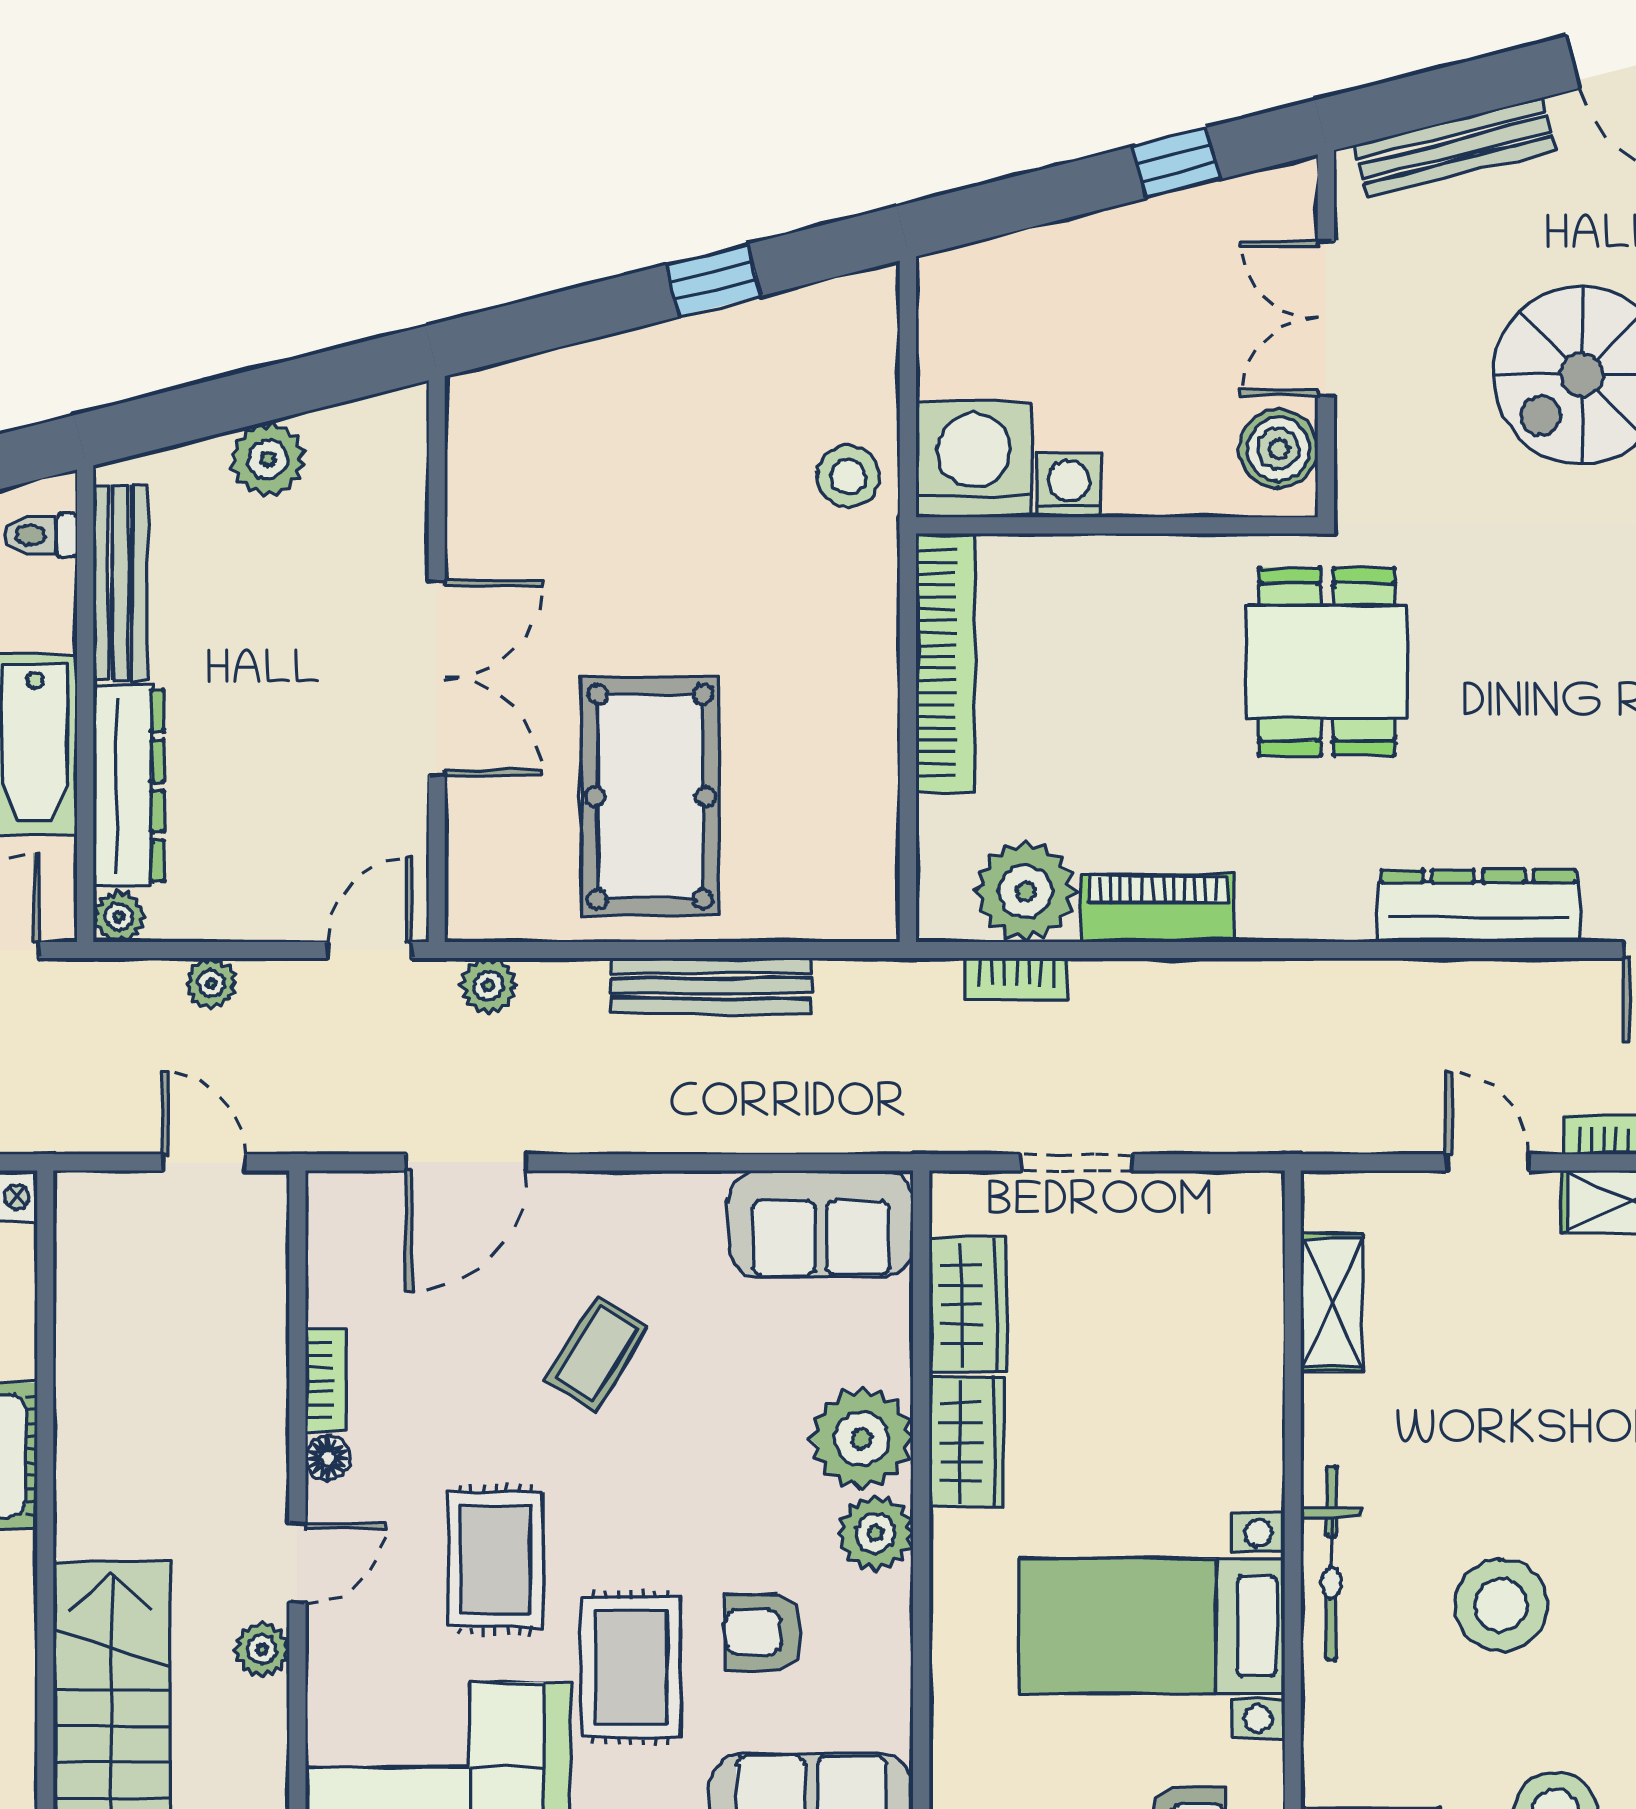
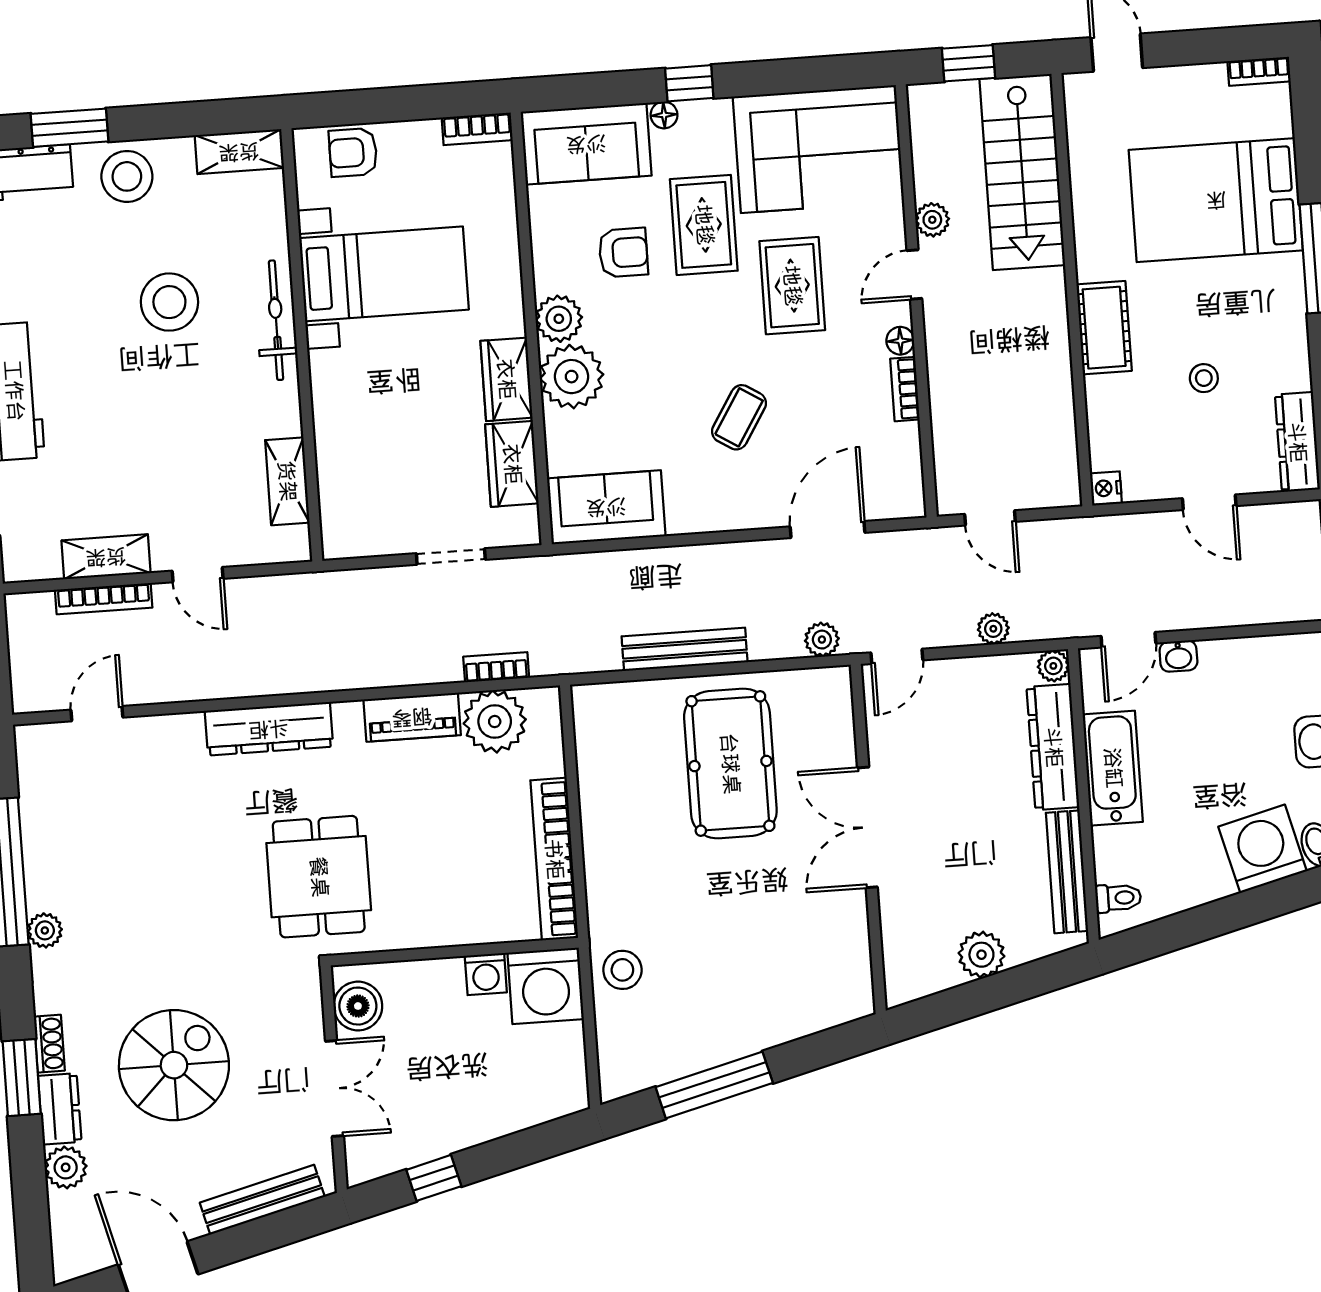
window: (713, 280) -> (714, 1085), width x2.17
dresser: (1478, 906) -> (269, 729), moved

